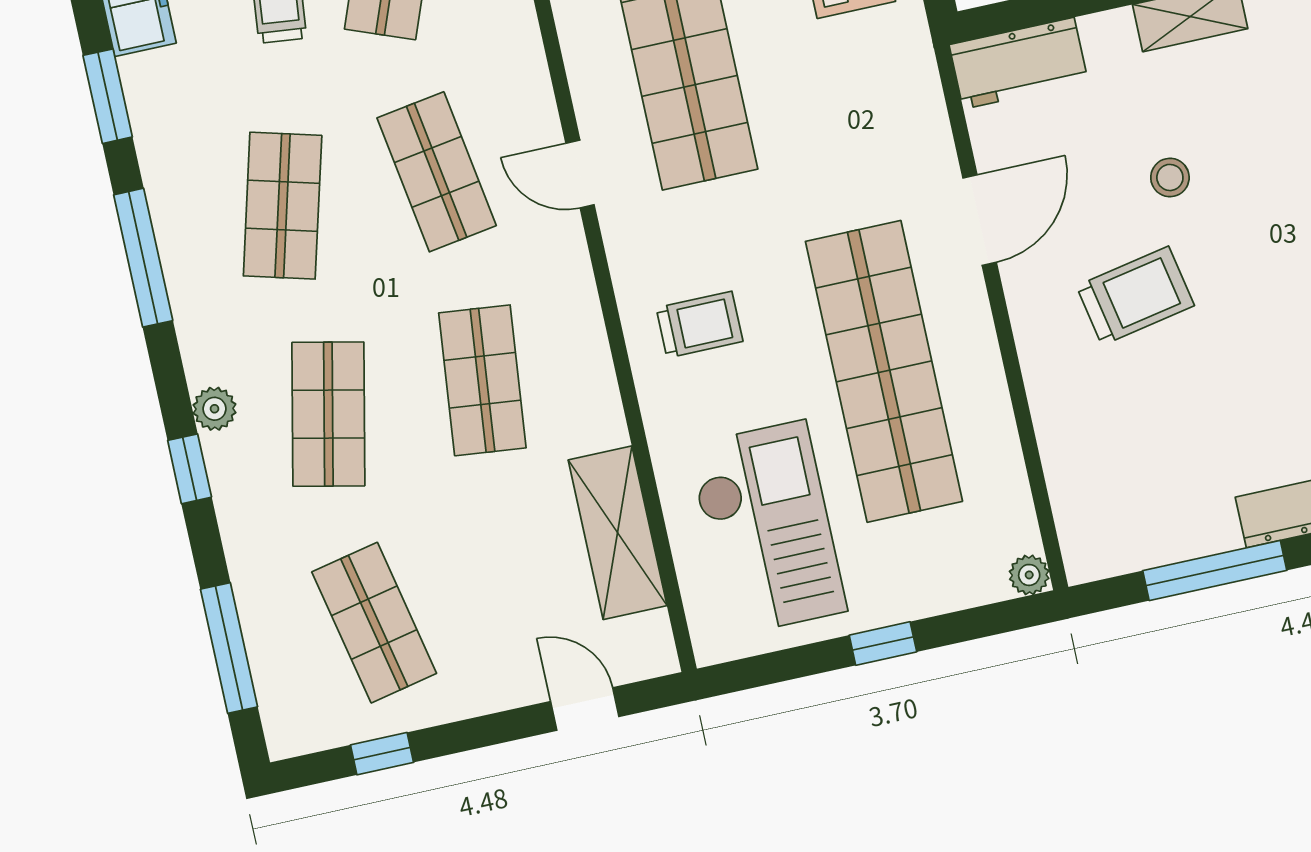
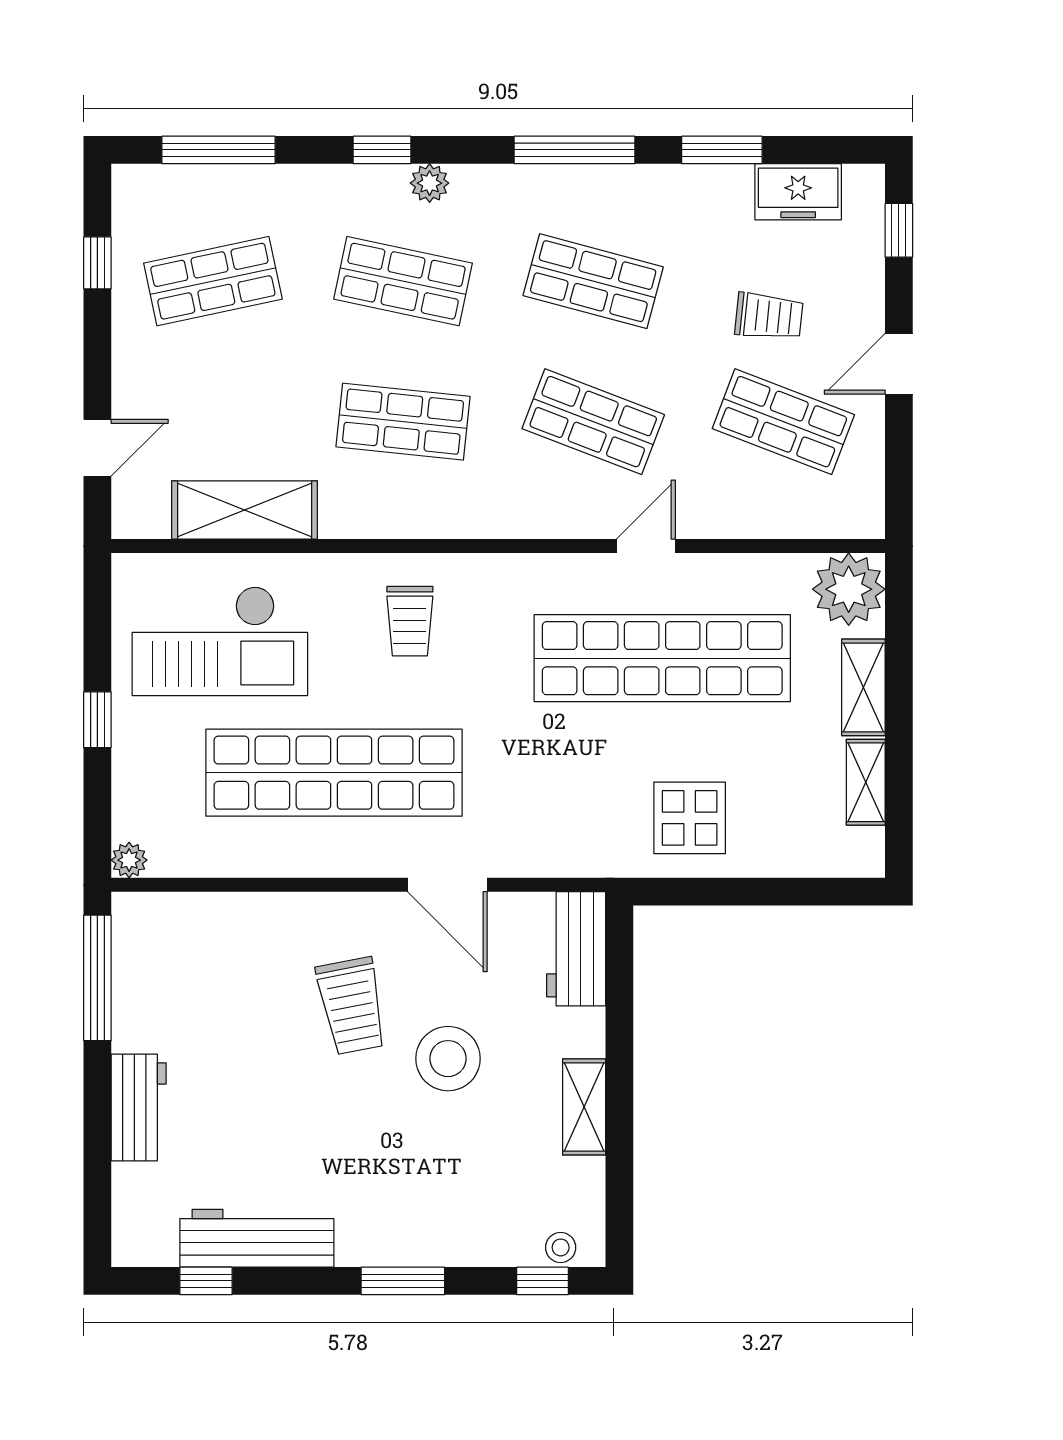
shop shelf: (437, 172) -> (593, 422), turned 30
door: (580, 174) -> (646, 546), moved
stool: (1170, 177) -> (448, 1059), width x1.89, depth x1.89
window: (1215, 571) -> (97, 978), moved

